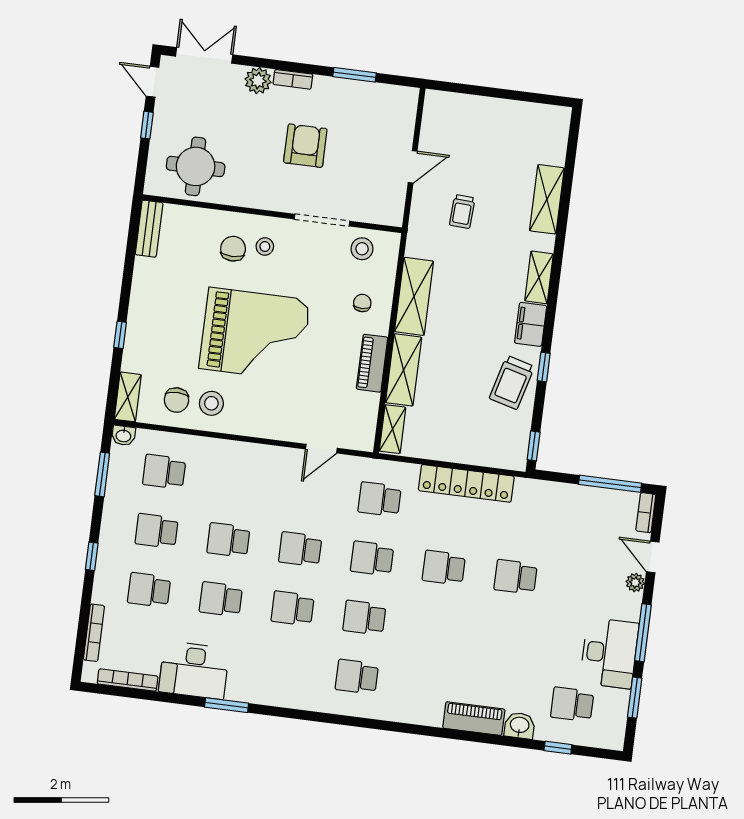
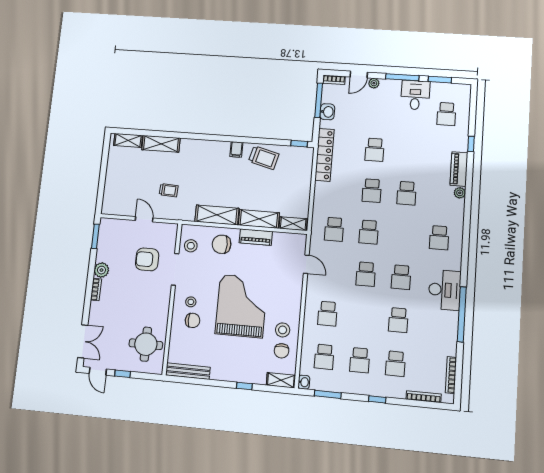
double door: (204, 55) -> (83, 341), swing flipped
window: (354, 75) -> (95, 236), moved
plant: (258, 81) -> (101, 270), moved
door: (153, 82) -> (98, 371), hinge flipped
armchair: (305, 146) -> (147, 259), moved
bench: (149, 229) -> (188, 371), width x1.36
chair: (233, 249) -> (193, 320), turned 180
shelving: (539, 277) -> (128, 140), moved
chair: (362, 303) -> (222, 244), width x1.87, depth x1.87
filing cabinet: (531, 324) -> (236, 149), width x0.50
window: (544, 367) -> (254, 140), removed
chair: (176, 400) -> (282, 351), turned 90
locker: (466, 483) -> (324, 155), moved
school desk: (228, 540) -> (328, 314), moved
school desk: (364, 618) -> (407, 193), moved
desk: (609, 653) -> (415, 95), width x0.73
desk: (194, 670) -> (445, 290), moved
window: (227, 705) -> (462, 314), width x2.11
plant: (432, 717) -> (460, 193), added
washbasin: (520, 726) -> (327, 112), moved, turned 180
window: (558, 748) -> (471, 144), moved

